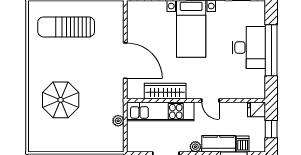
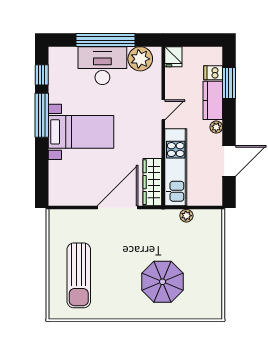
plant: (255, 80) -> (140, 59), added
wardrobe: (165, 91) -> (152, 182), moved
window: (271, 129) -> (196, 40), removed

